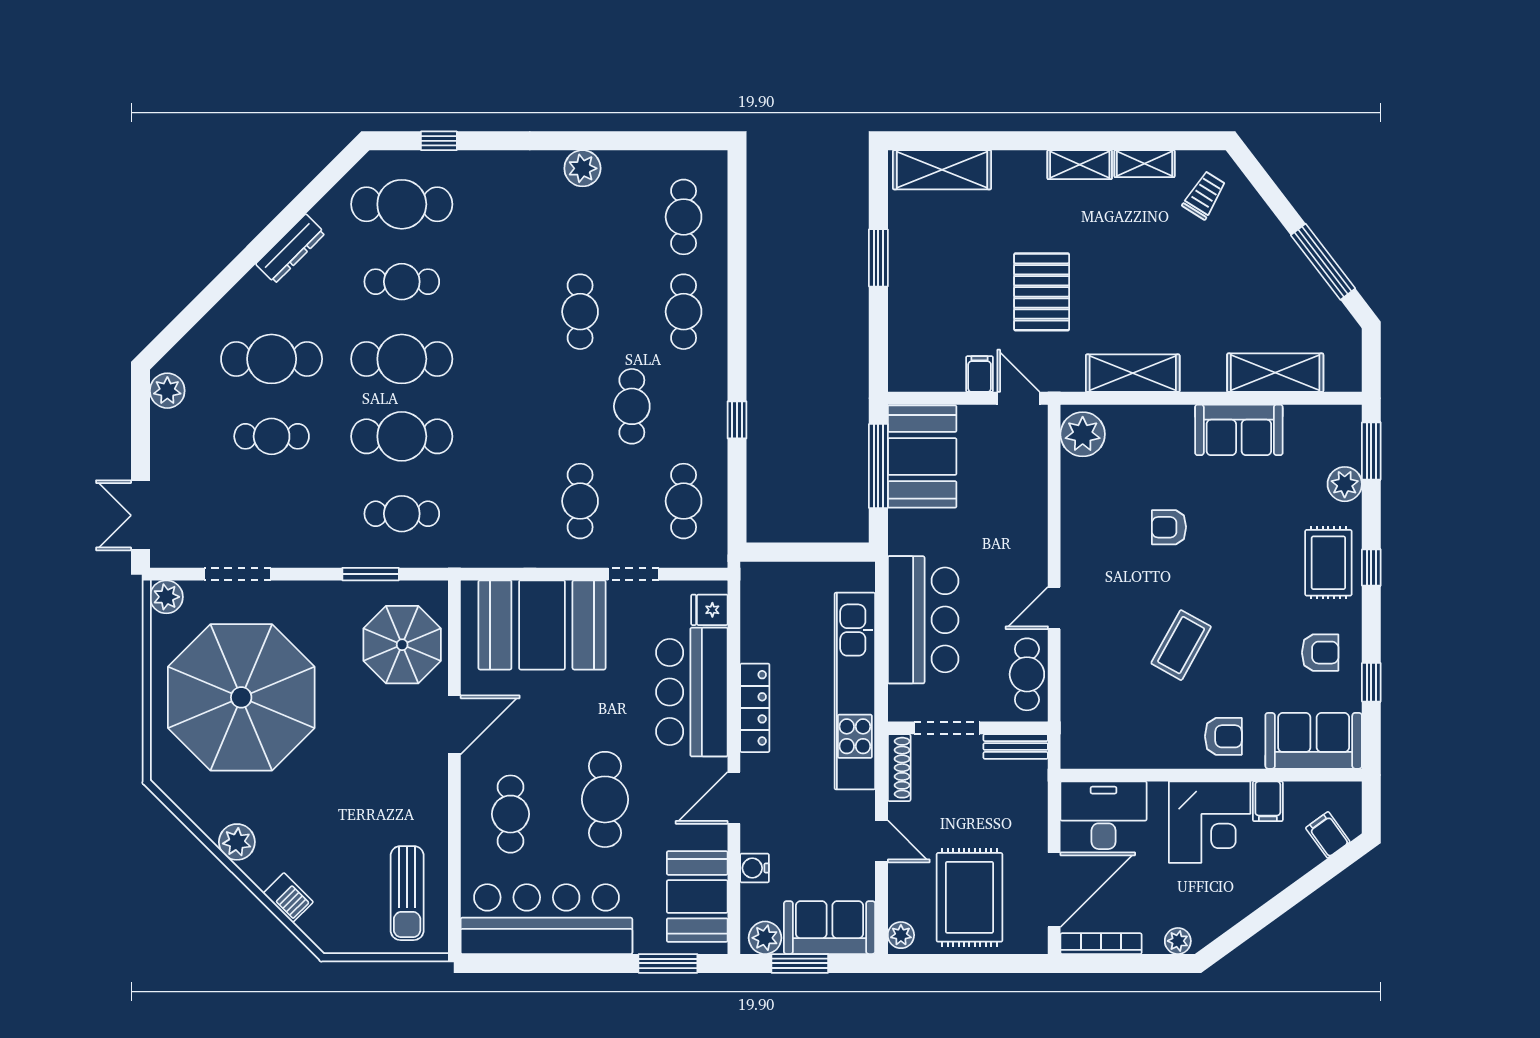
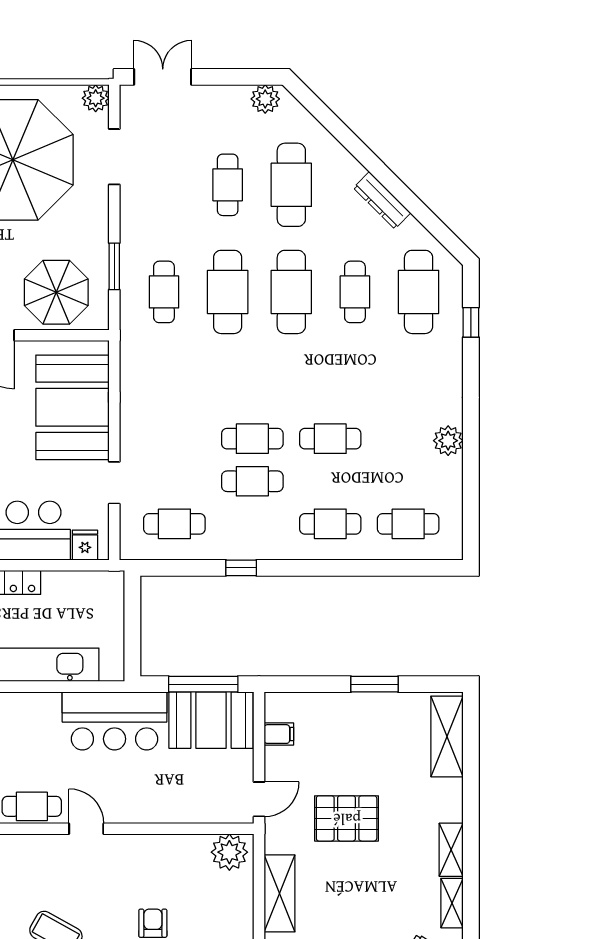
filing cabinet: (980, 374) -> (279, 734), moved
cafe table: (580, 501) -> (252, 439), moved
bar counter: (923, 620) -> (115, 721), moved

